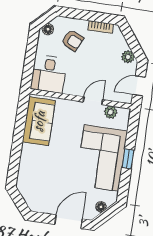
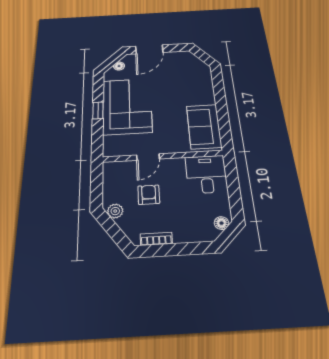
armchair: (72, 40) -> (149, 195), moved, turned 65
door: (139, 86) -> (97, 182), removed
plant: (111, 112) -> (125, 150), removed

